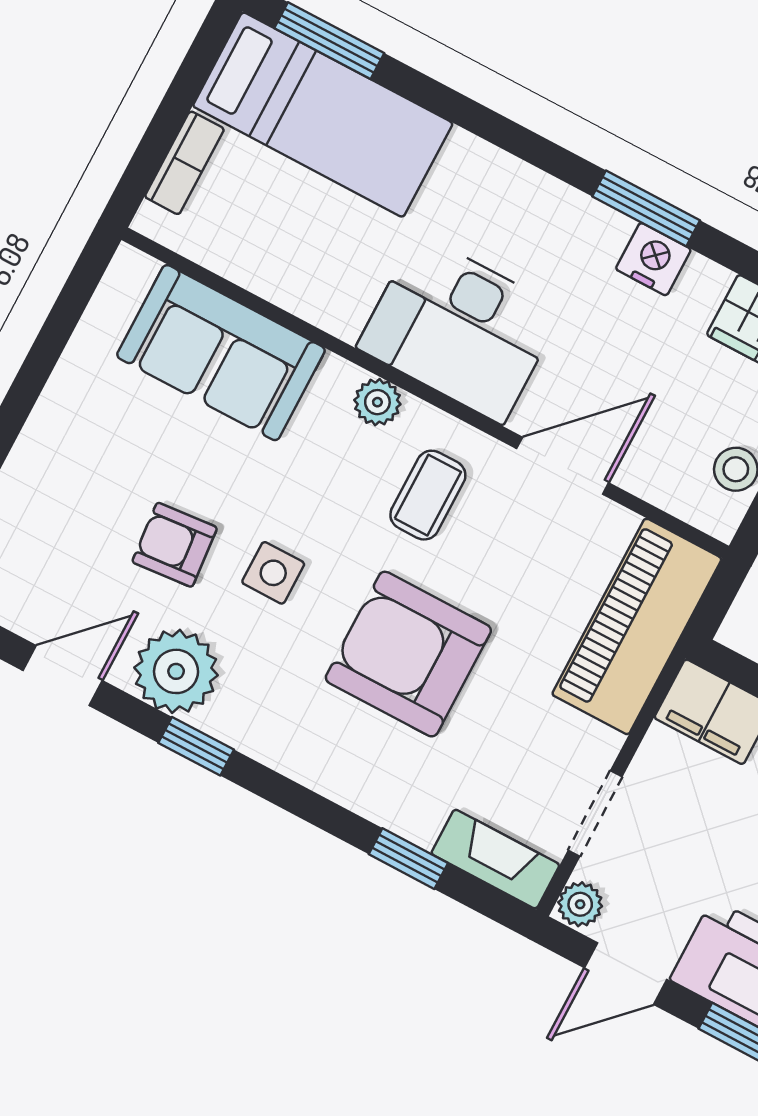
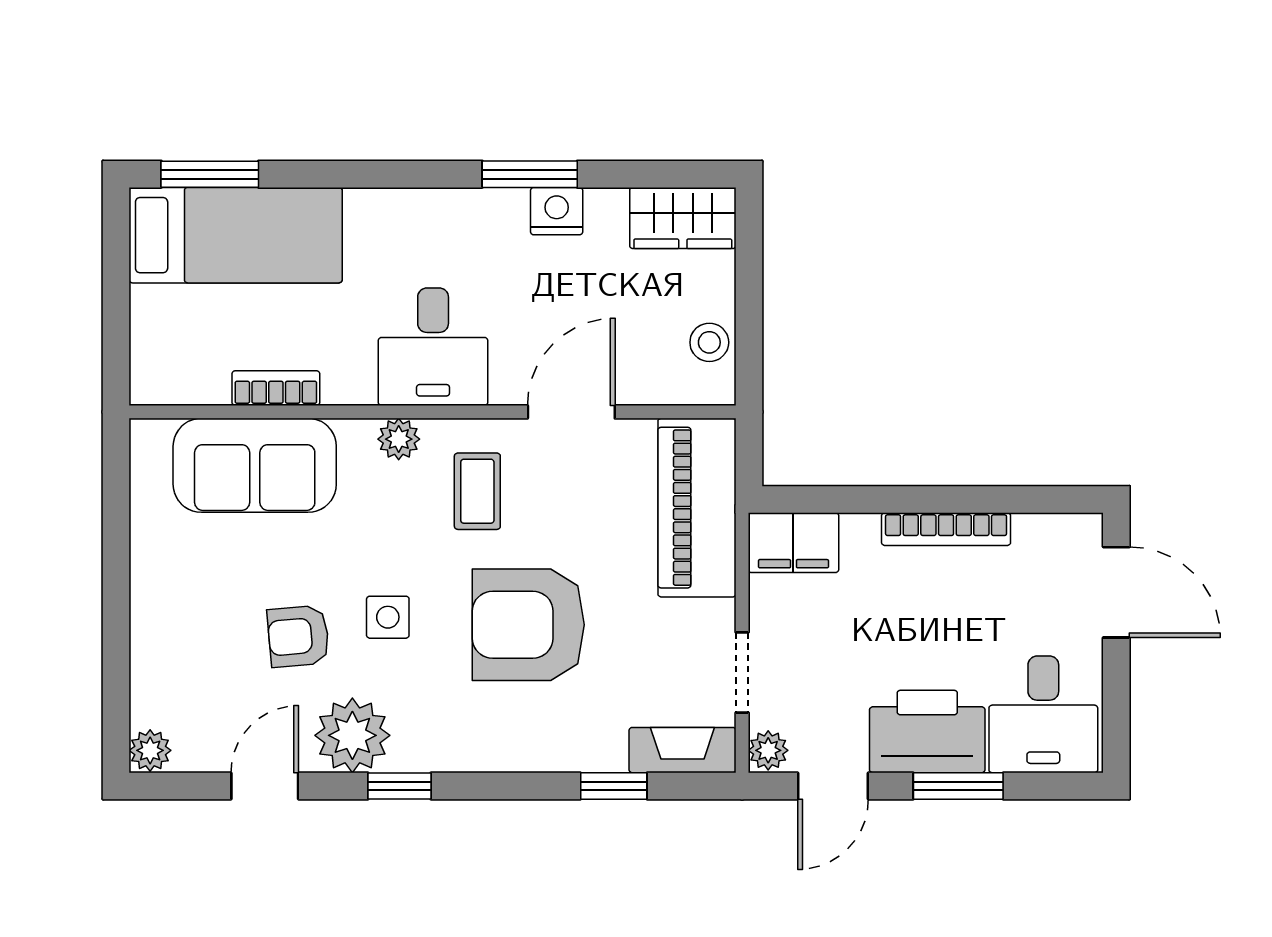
bookcase: (184, 163) -> (276, 388), moved, turned -90
desk: (460, 329) -> (433, 347), width x0.73

